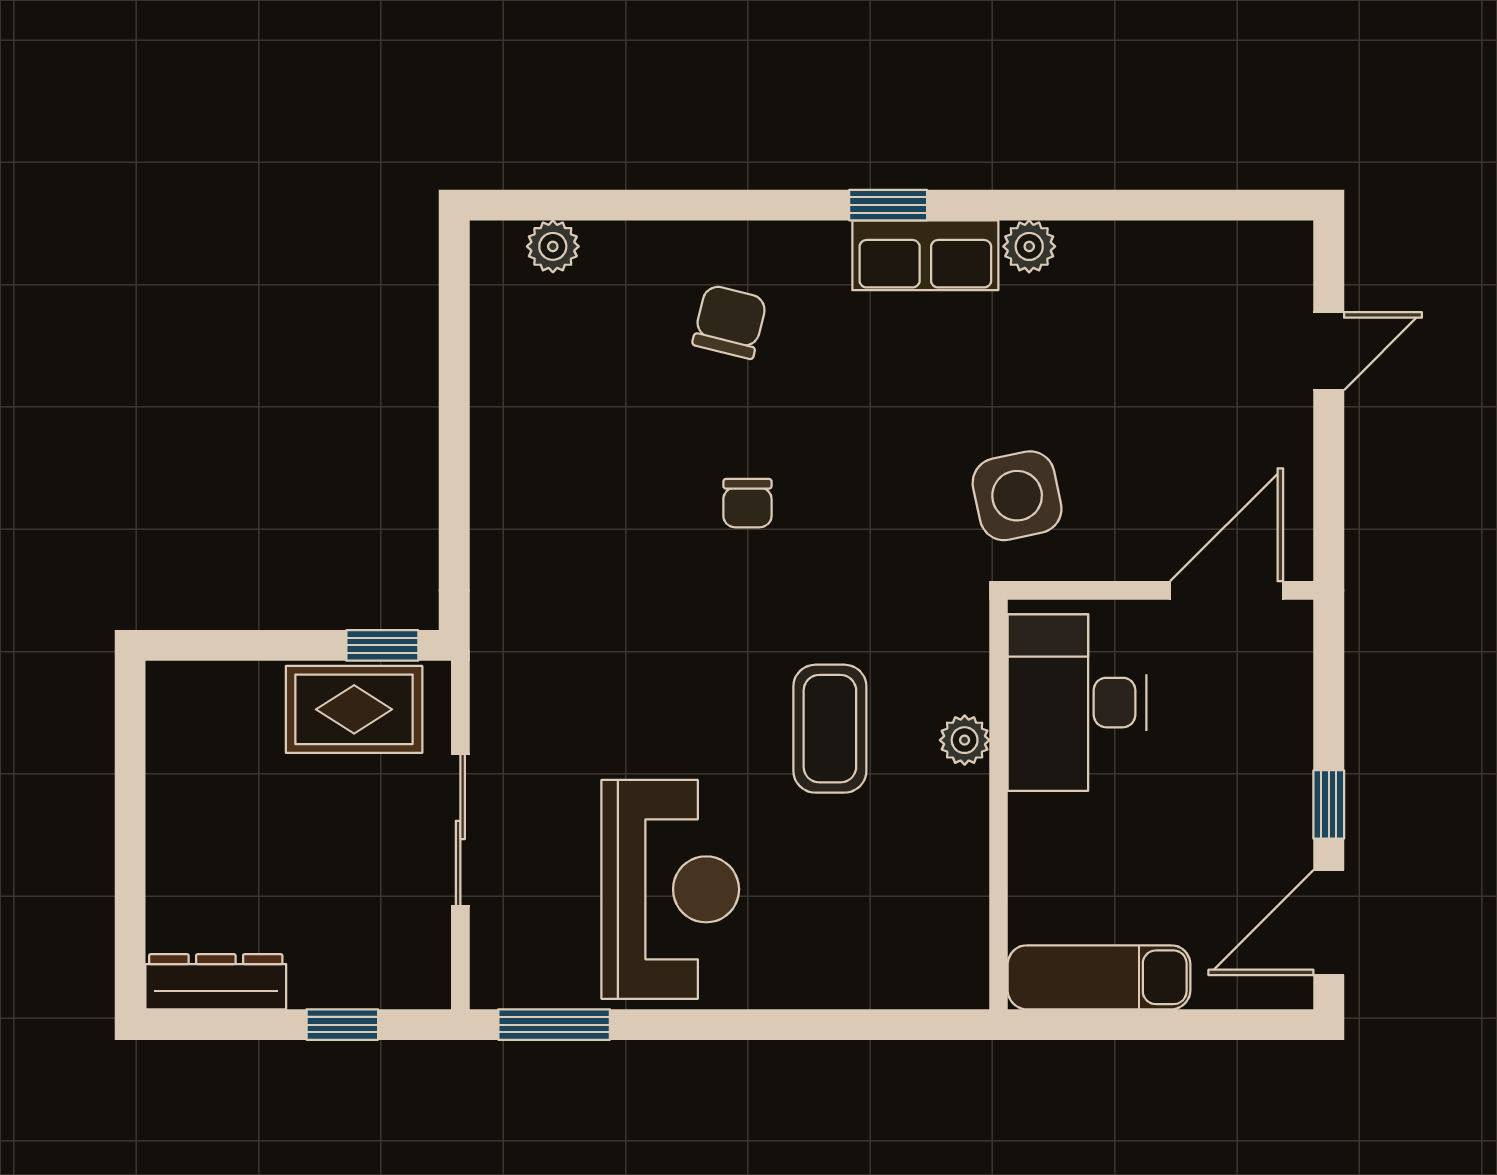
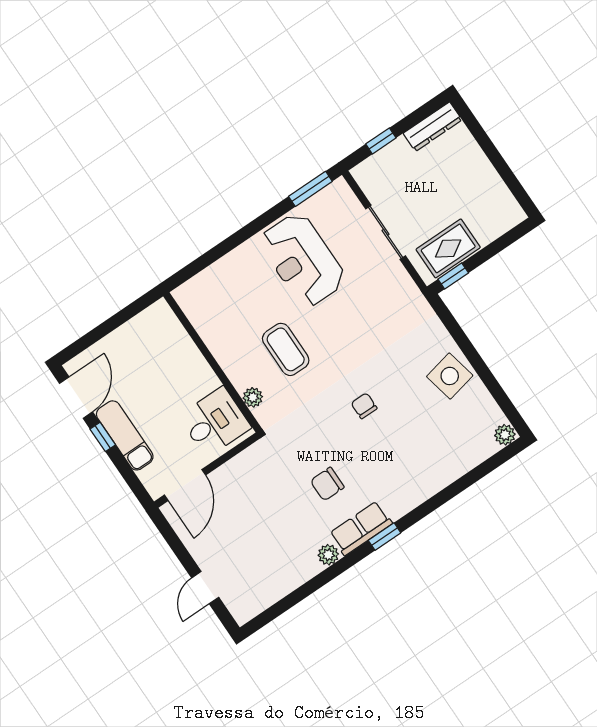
plant: (553, 246) -> (505, 435), moved
chair: (730, 322) -> (327, 484), moved, turned 76
side table: (1017, 496) -> (450, 376), moved
desk: (1077, 703) -> (215, 422), width x0.73
plant: (965, 740) -> (253, 397), moved
exam couch: (1099, 977) -> (125, 435), moved, turned -90

